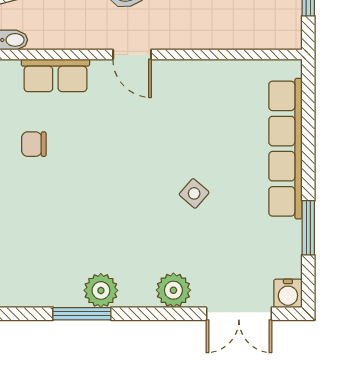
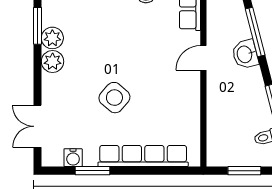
side table: (194, 193) -> (114, 98), width x1.87, depth x1.87
plant: (173, 290) -> (53, 61), moved
water cooler: (288, 293) -> (73, 158), moved, turned -90

